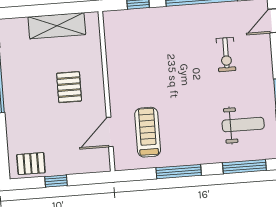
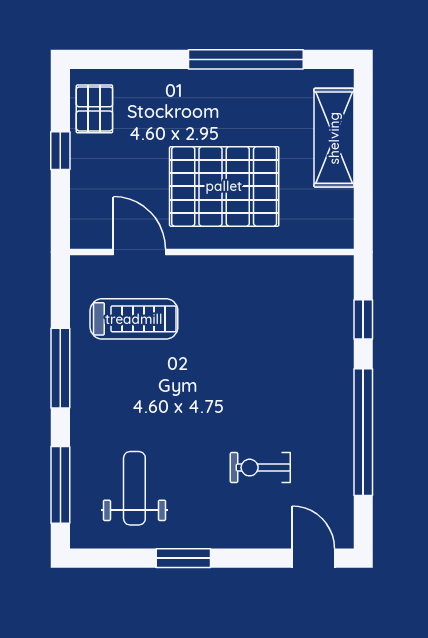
shelving: (57, 26) -> (334, 138), moved
pallet: (69, 87) -> (224, 186), width x2.05, depth x2.00
weight bench: (243, 125) -> (134, 488), turned 180

